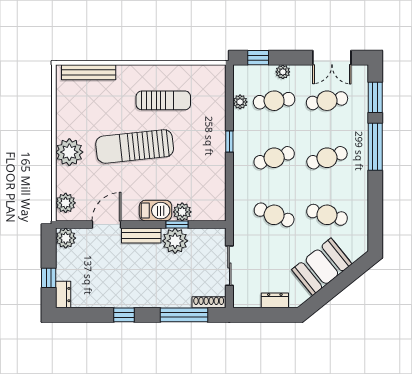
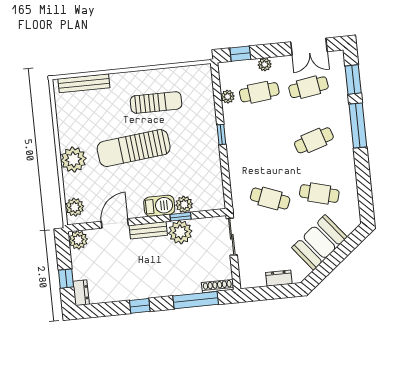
cafe table: (274, 158) -> (265, 145), removed
sliding door: (229, 266) -> (232, 237), moved

